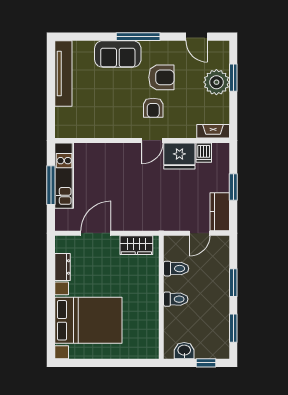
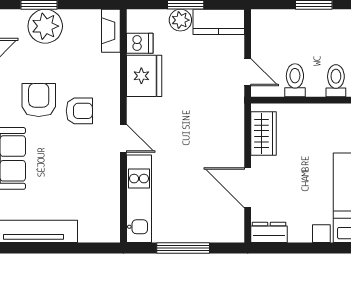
door: (152, 141) -> (123, 138), moved
kitchen unit: (64, 176) -> (139, 199), moved, turned 90
plant: (221, 183) -> (180, 20), added
door: (200, 233) -> (248, 72), moved
dresser: (63, 267) -> (269, 232), moved

